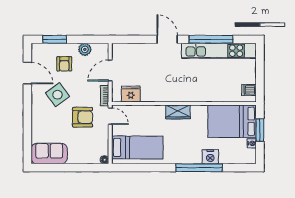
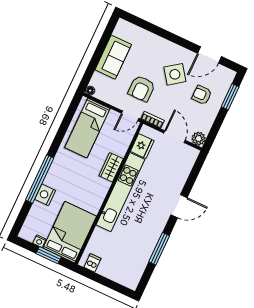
window: (211, 39) -> (159, 249), width x0.68
plant: (85, 49) -> (199, 139), moved
kitchen unit: (219, 51) -> (120, 192), moved, turned 180
wardrobe: (178, 112) -> (111, 167), moved
sofa: (49, 154) -> (113, 57), moved

